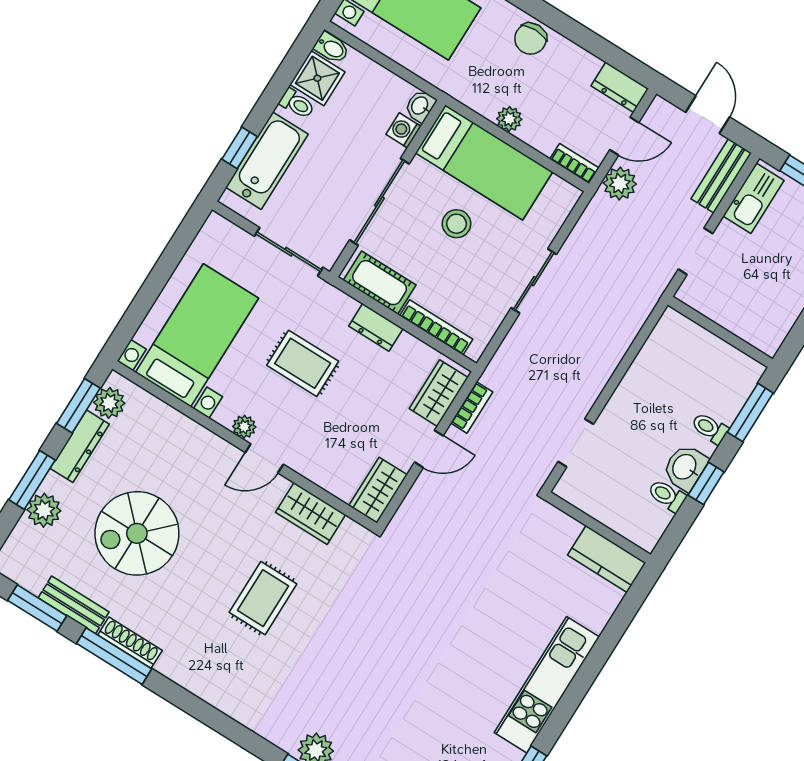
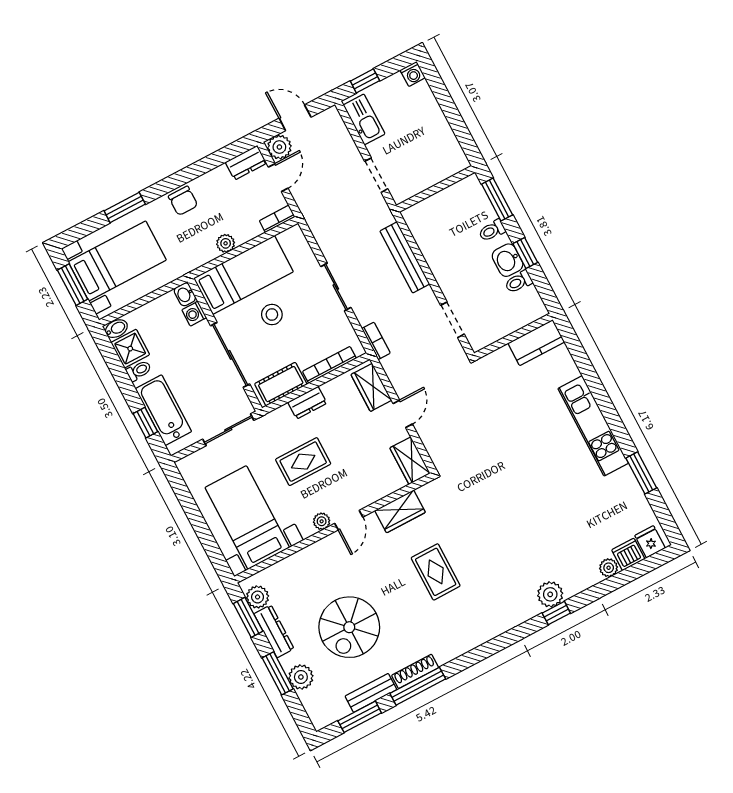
bench: (721, 176) -> (405, 258), moved, width x1.36
plant: (620, 184) -> (279, 147), moved
bookcase: (472, 407) -> (376, 341), moved

